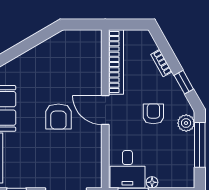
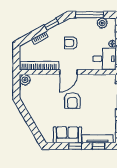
plant: (93, 39) -> (25, 80), added
armchair: (58, 117) -> (72, 101), turned 90
plant: (186, 123) -> (102, 23), moved

